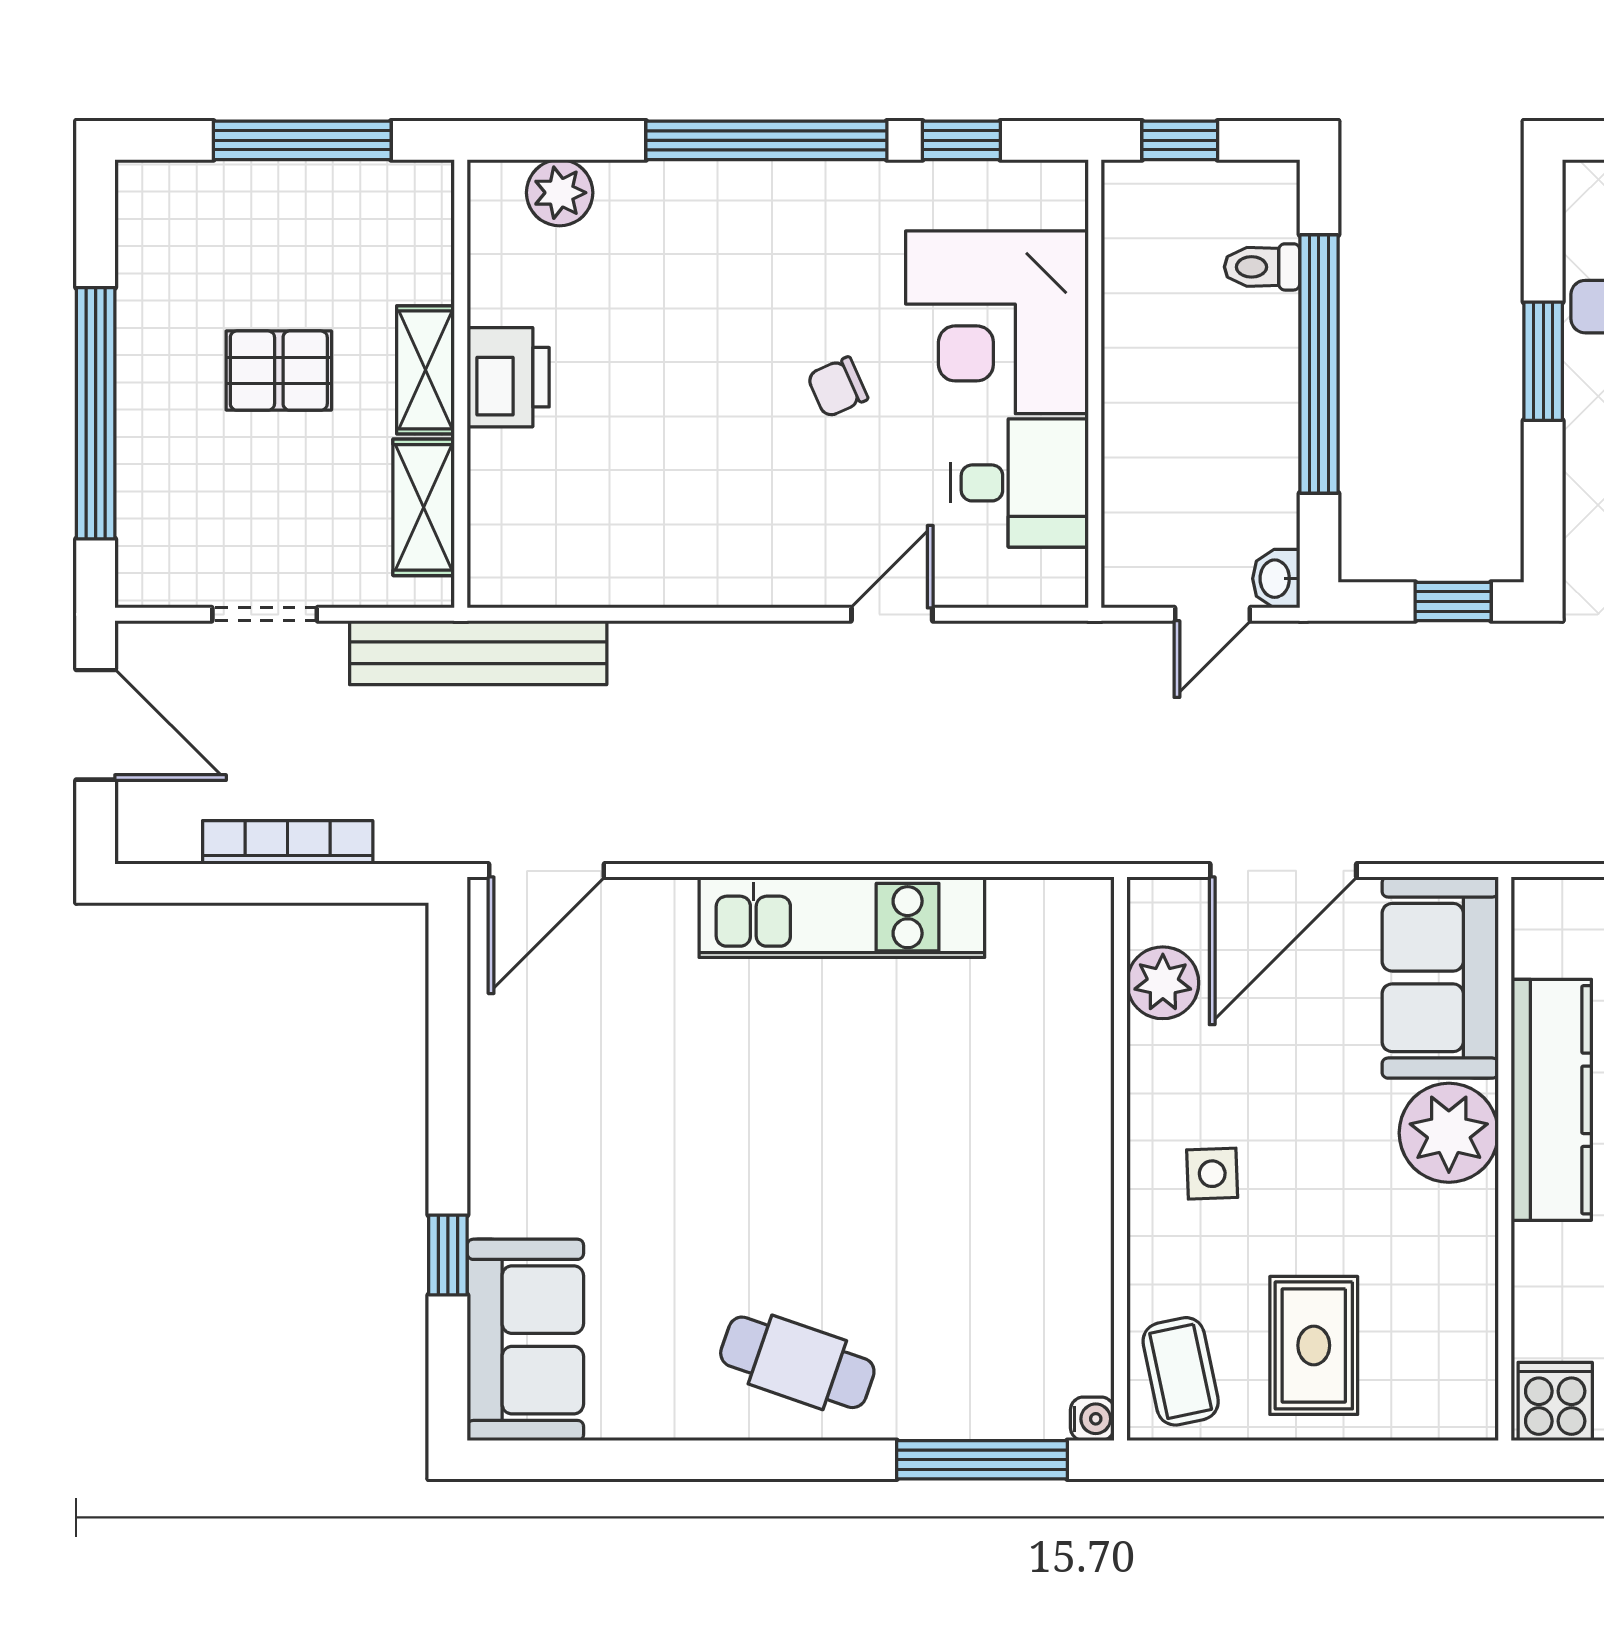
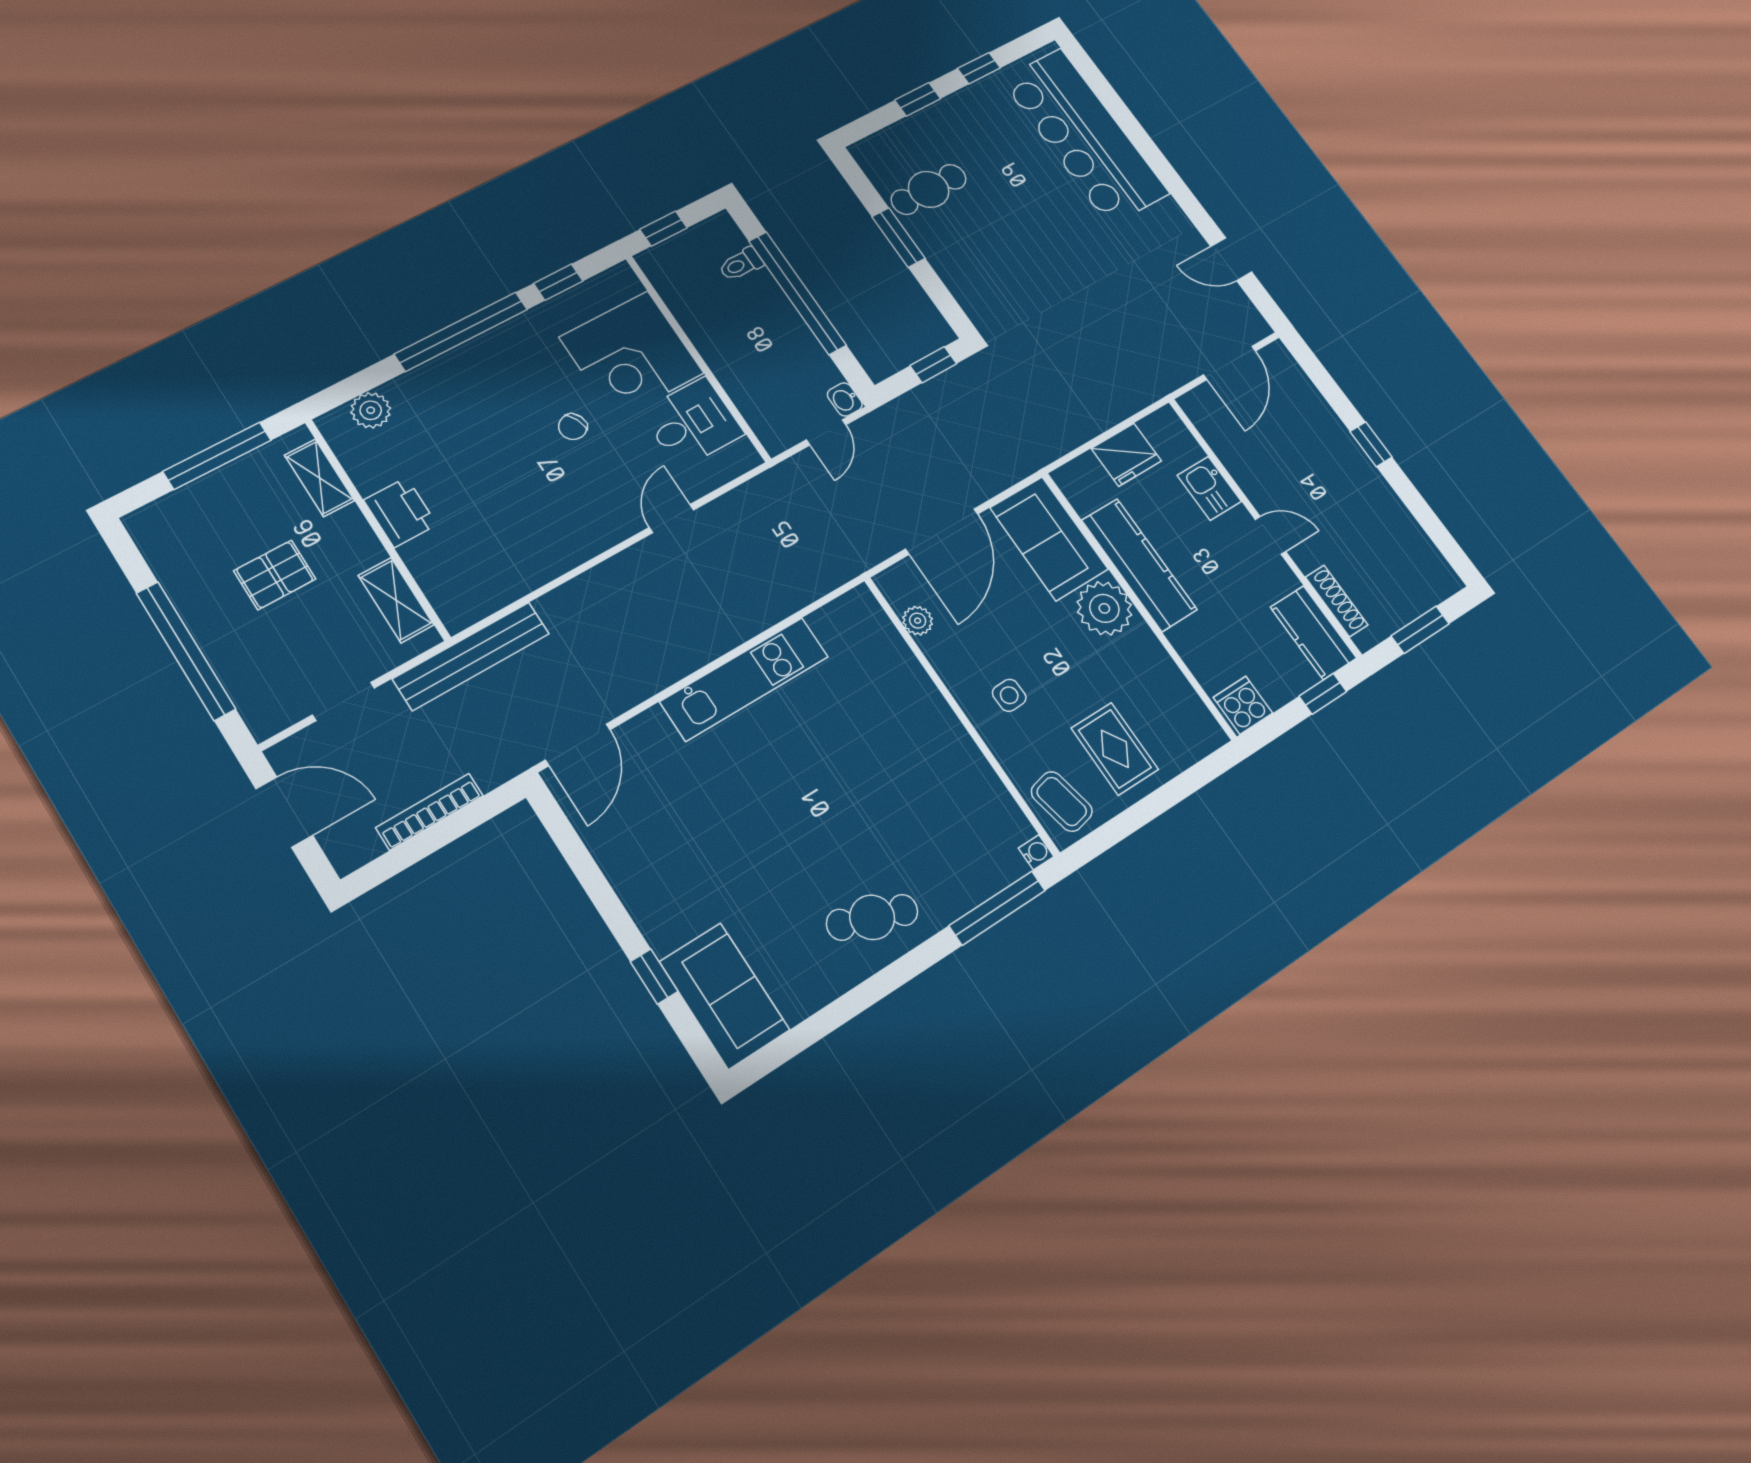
shelving: (425, 370) -> (319, 478), moved
plant: (1163, 983) -> (918, 621), width x0.73, depth x0.73

